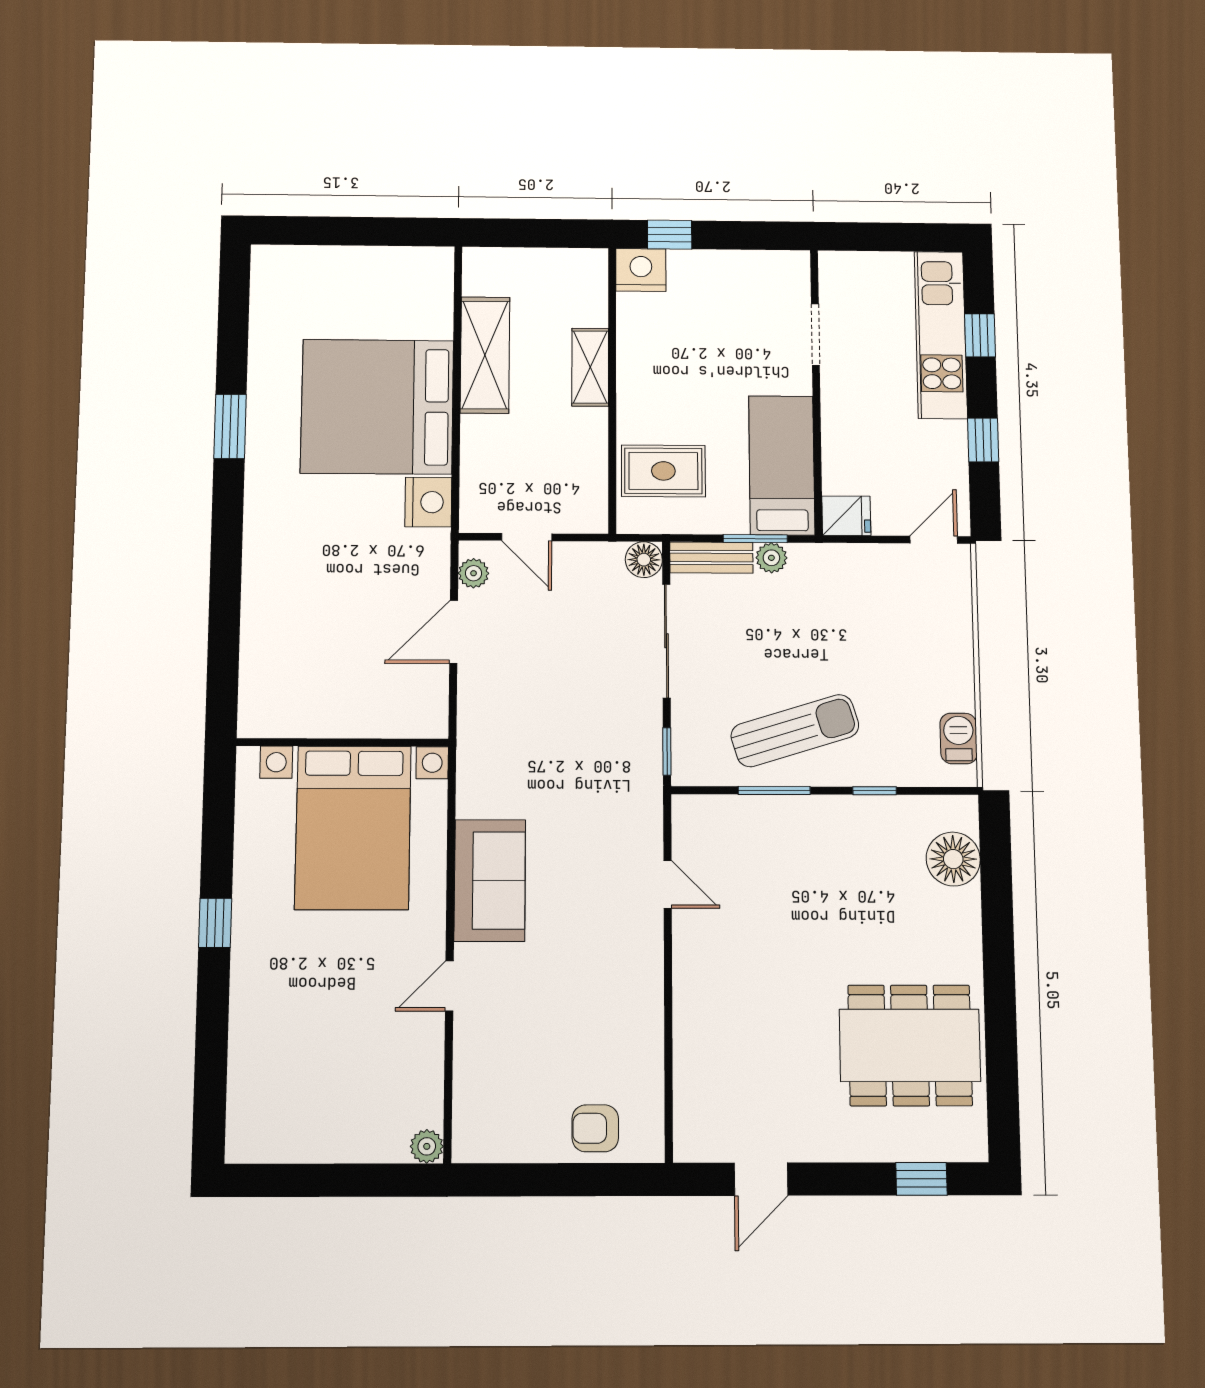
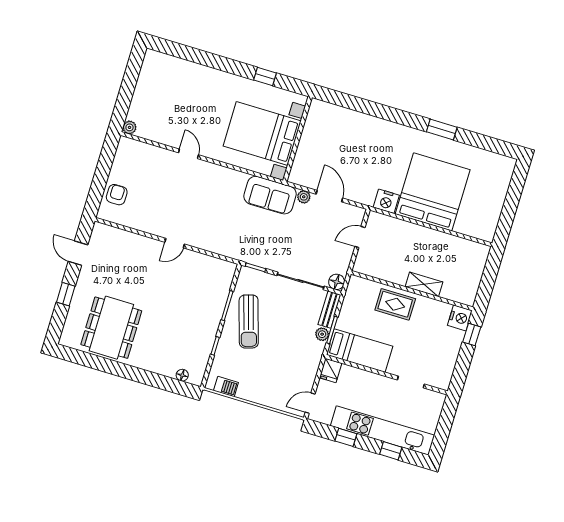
kitchen unit: (941, 335) -> (383, 430), width x1.36
shelving: (485, 355) -> (442, 242), removed
rug: (663, 471) -> (395, 304), moved, turned 90
door: (934, 540) -> (310, 403), swing flipped
plant: (474, 573) -> (304, 197), moved
floor lamp: (953, 859) -> (182, 375), width x0.53, depth x0.53
sofa: (490, 880) -> (270, 195), moved
door: (668, 884) -> (175, 243), moved
window: (215, 923) -> (265, 76), moved
window: (921, 1179) -> (66, 294), moved

